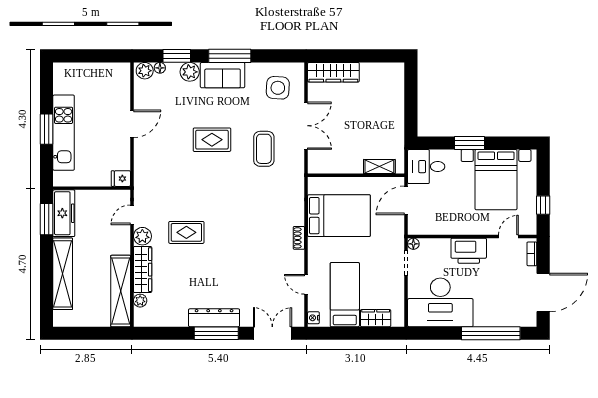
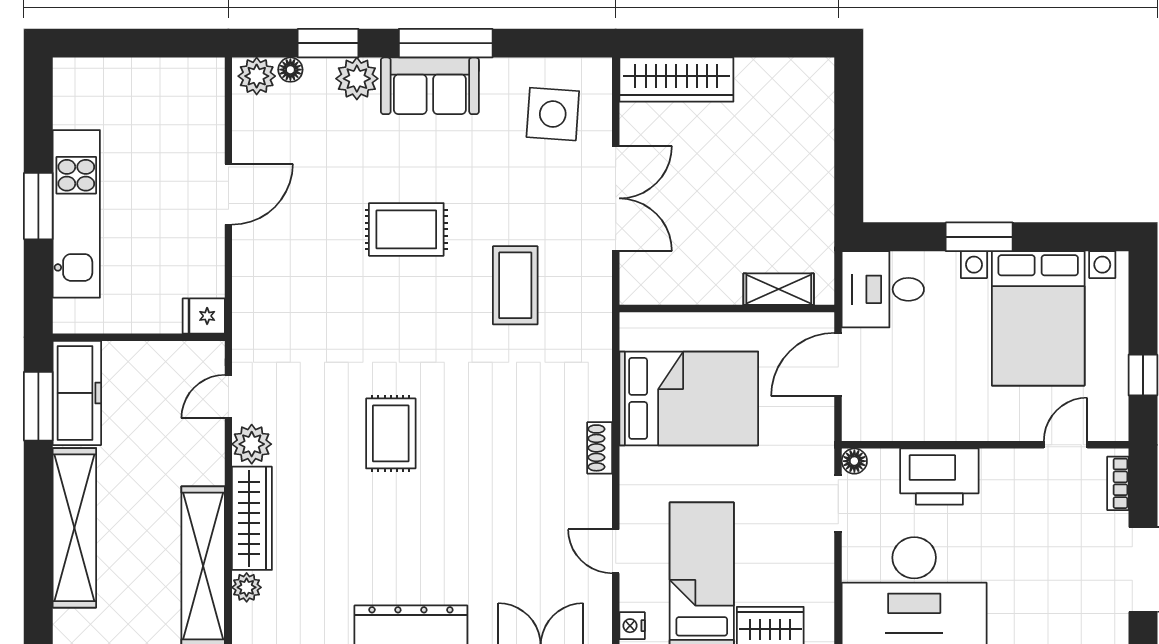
coffee table: (264, 149) -> (515, 285), moved
rug: (186, 232) -> (391, 433), moved, turned 90
printer: (469, 251) -> (939, 477), moved

